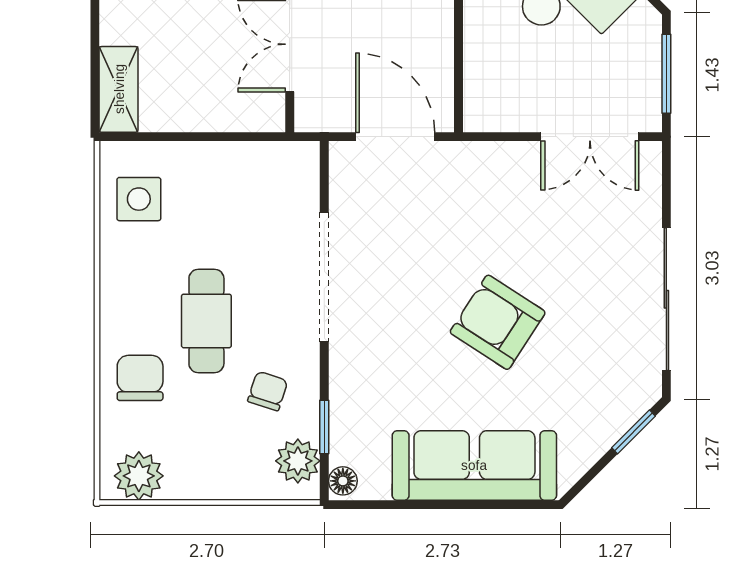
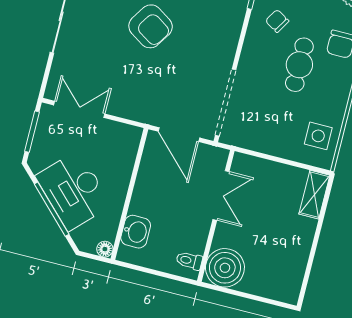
doorway: (324, 277) -> (226, 102), moved
chair: (268, 391) -> (277, 21), turned 103

